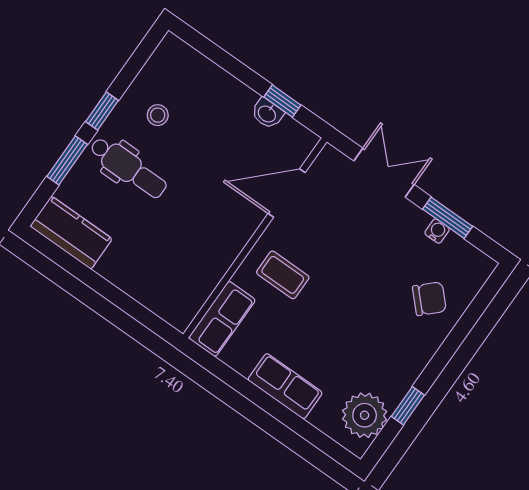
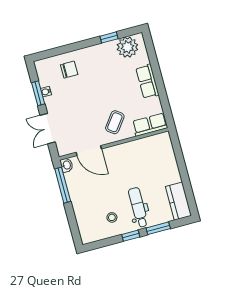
window: (282, 101) -> (63, 185), width x2.17
washbasin: (267, 113) -> (67, 165), moved
coffee table: (283, 275) -> (115, 122), turned 37
chair: (429, 299) -> (69, 70), turned 134

